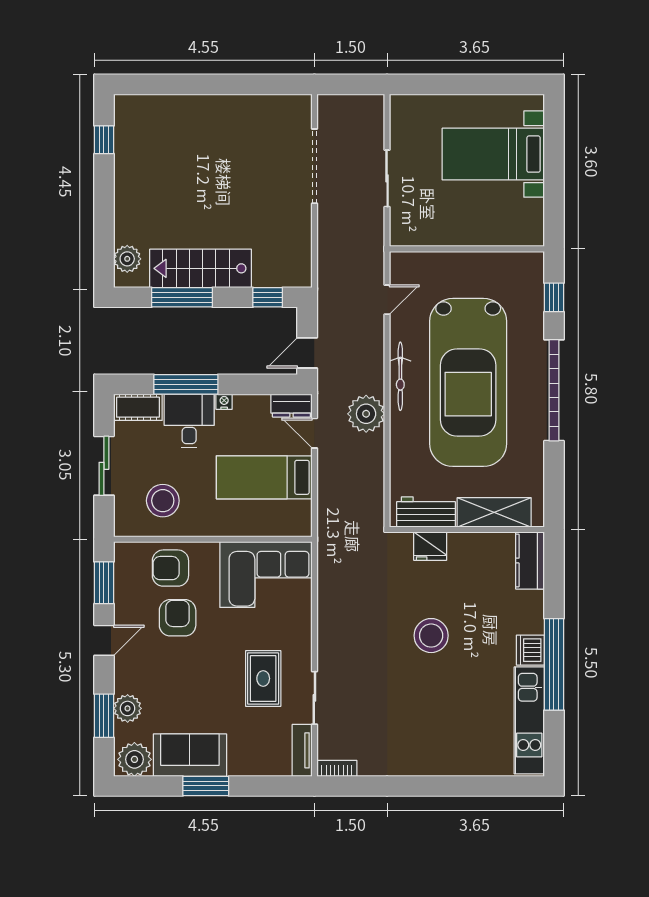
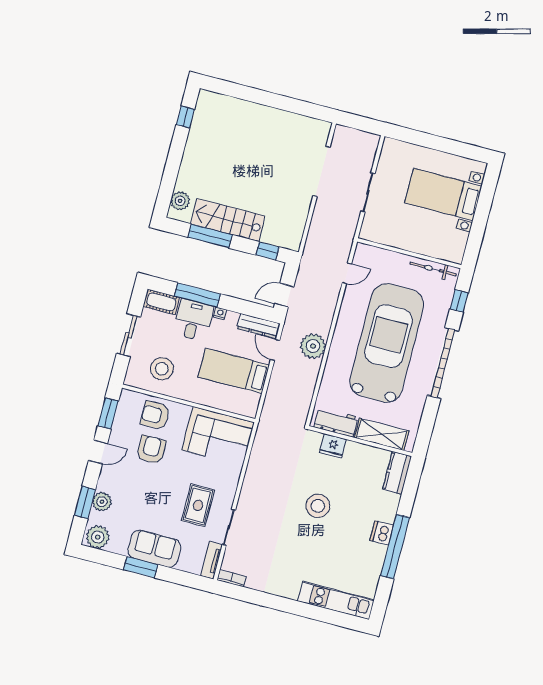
bicycle: (400, 376) -> (433, 269), moved, turned 90
car: (468, 382) -> (387, 343), turned 180
dresser: (291, 406) -> (258, 326), width x1.44
kitchen unit: (529, 720) -> (336, 600), moved, turned 90
sofa: (190, 755) -> (154, 549), moved

